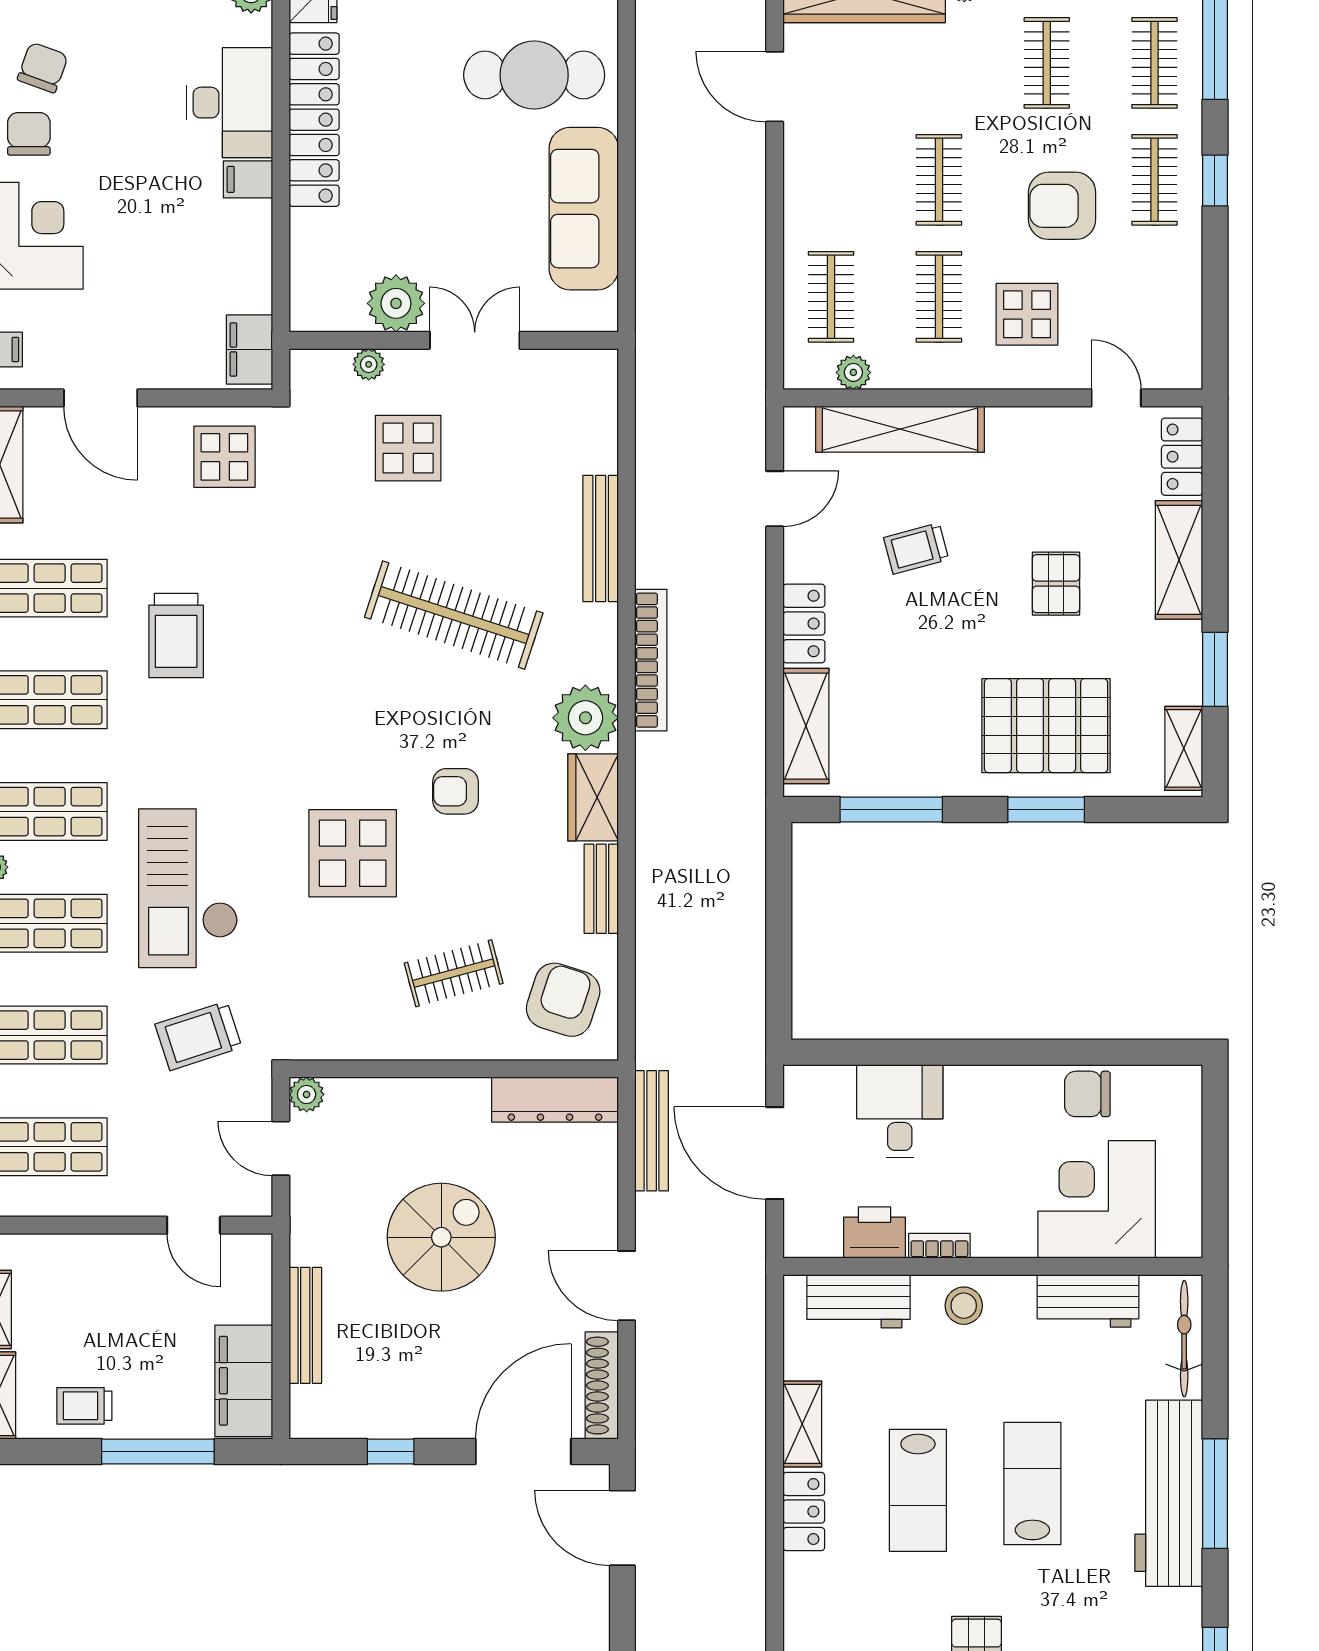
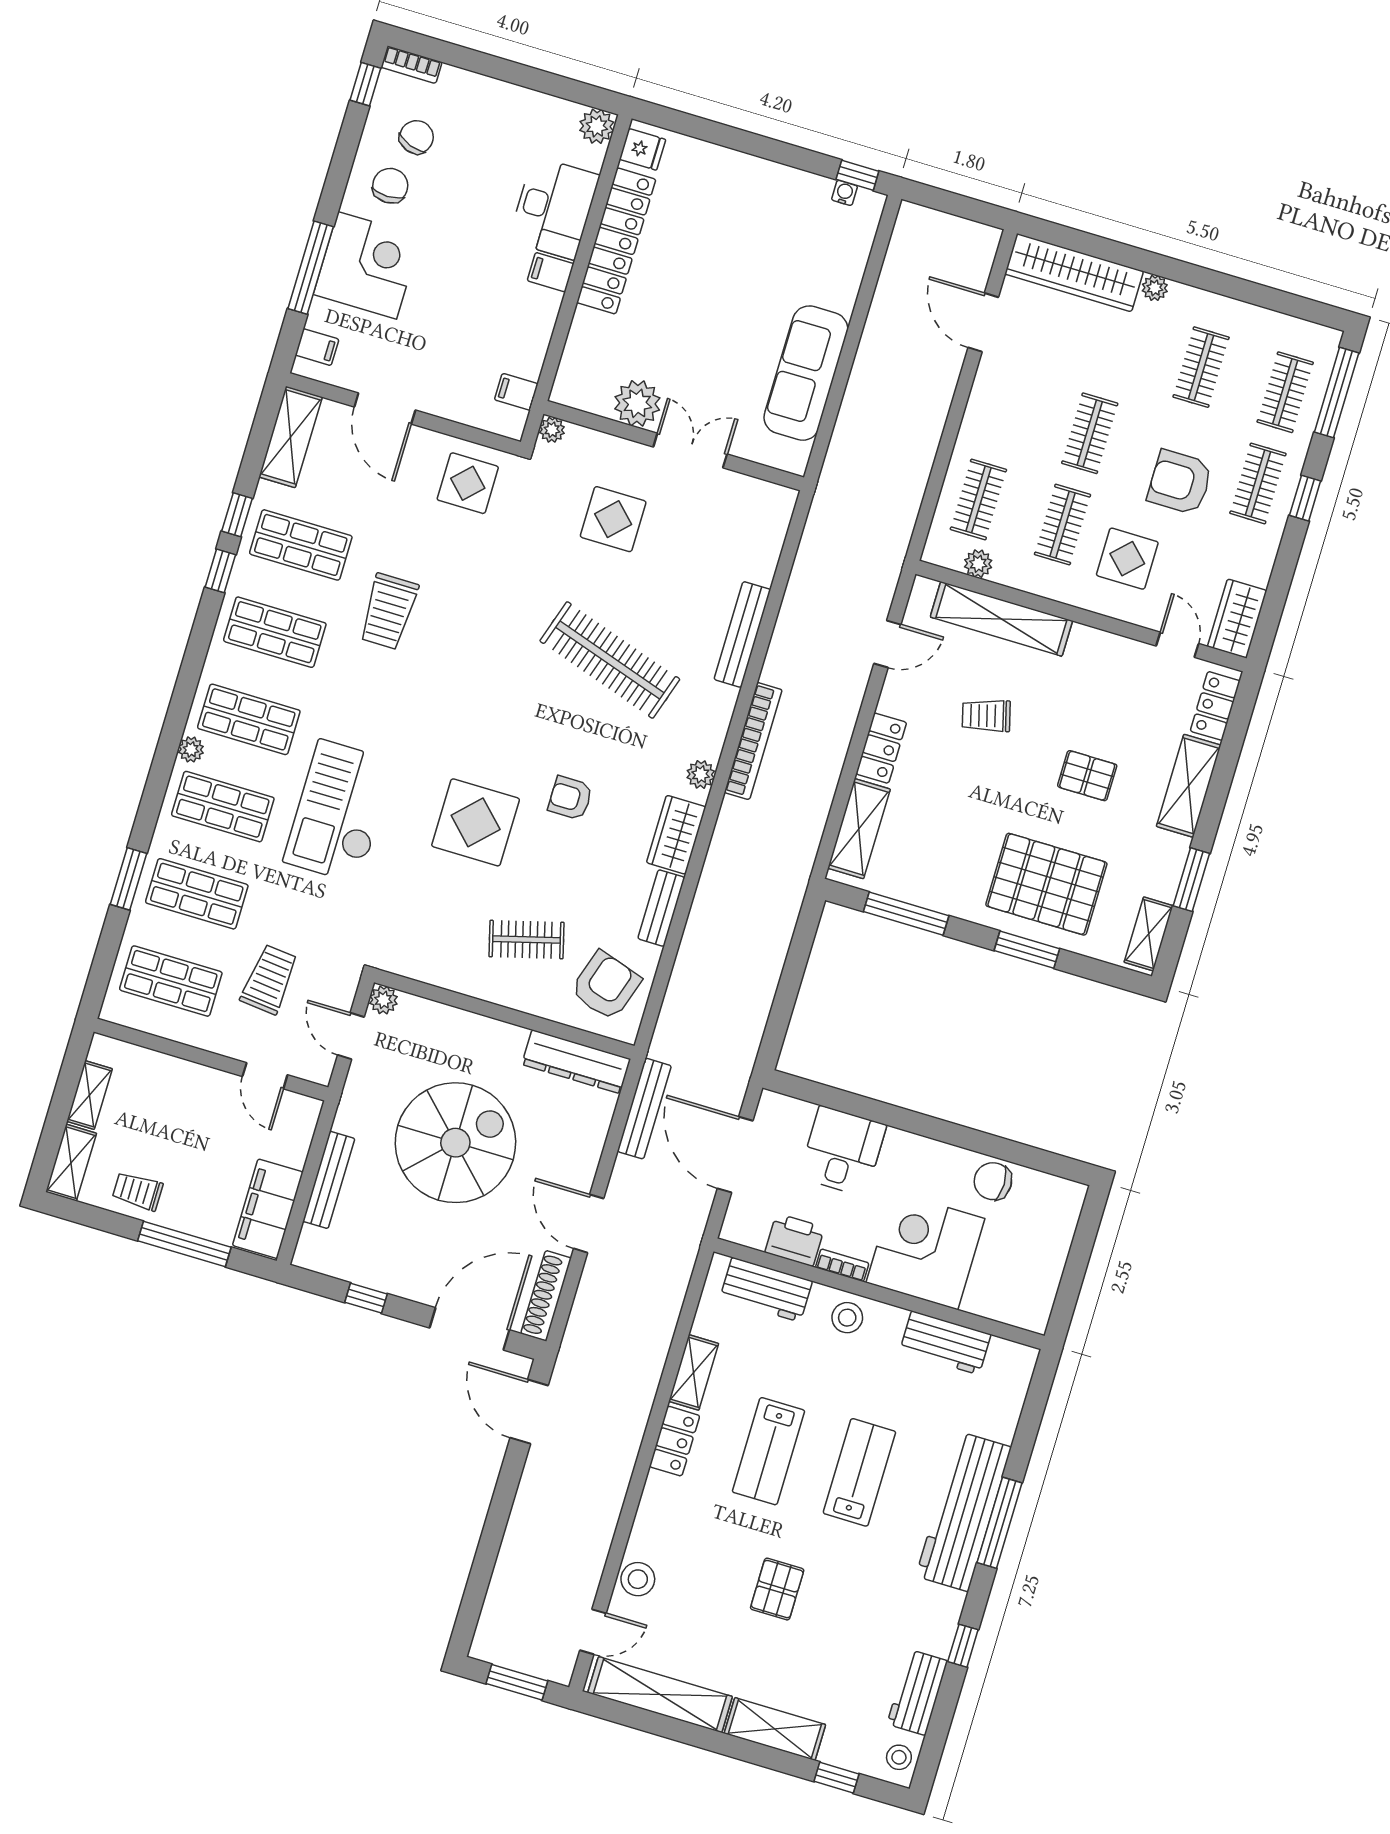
cafe table: (534, 75) -> (798, 257), removed
wardrobe: (1177, 346) -> (1237, 619), added
filing cabinet: (250, 350) -> (516, 392), width x0.50
plant: (369, 364) -> (552, 430), moved
pallet: (1056, 584) -> (1087, 776), turned 90
plant: (585, 718) -> (701, 774), width x0.53, depth x0.53
trolley: (198, 1036) -> (269, 979), moved, turned 114
corner desk: (1097, 1199) -> (925, 1251), moved
spiral stairs: (441, 1237) -> (455, 1143), width x1.37, depth x1.37
bicycle: (1184, 1339) -> (1012, 1395), removed

